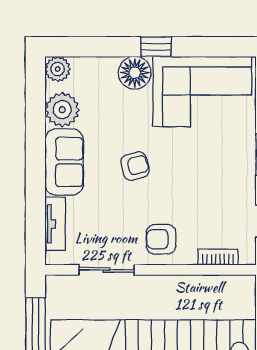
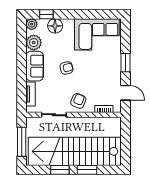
window: (156, 47) -> (46, 14), moved
floor lamp: (135, 73) -> (55, 26), moved
armchair: (161, 239) -> (78, 101), turned 112

